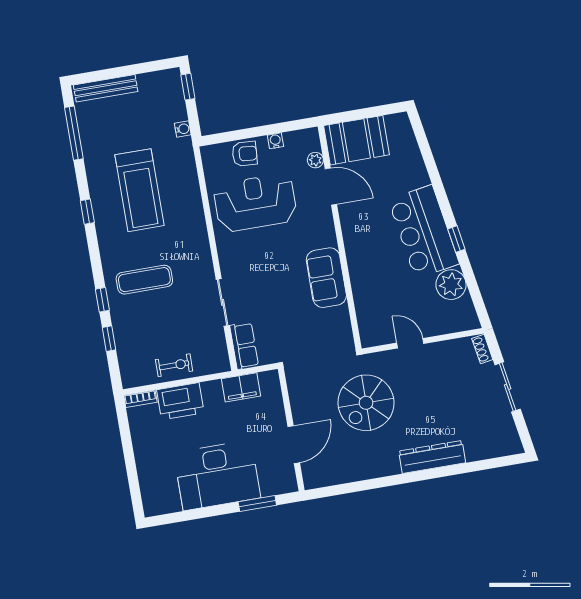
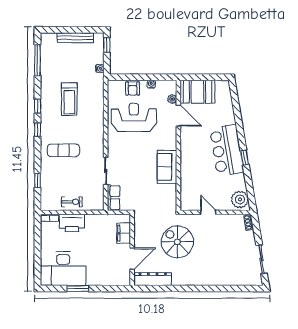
bench: (106, 88) -> (75, 38), moved
armchair: (245, 154) -> (133, 89), turned 86
treadmill: (140, 190) -> (69, 99), width x0.73, depth x0.73
plant: (451, 285) -> (240, 200), moved
window: (102, 300) -> (38, 130), moved
filing cabinet: (241, 387) -> (124, 233), moved, turned 90
sliding door: (508, 387) -> (262, 259), moved
spiral stairs: (366, 403) -> (177, 242), turned 90
dresser: (432, 457) -> (153, 279), moved
desk: (217, 475) -> (63, 269), moved
window: (257, 503) -> (78, 289), moved

